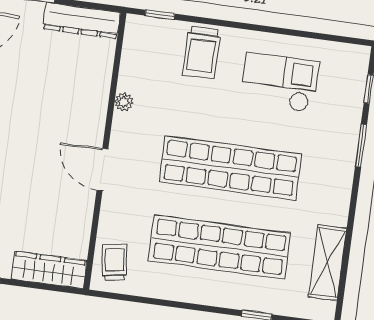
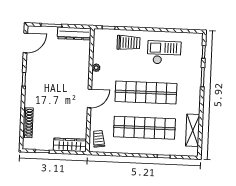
trolley: (202, 52) -> (128, 43), turned -90
door: (102, 170) -> (90, 98), swing flipped

